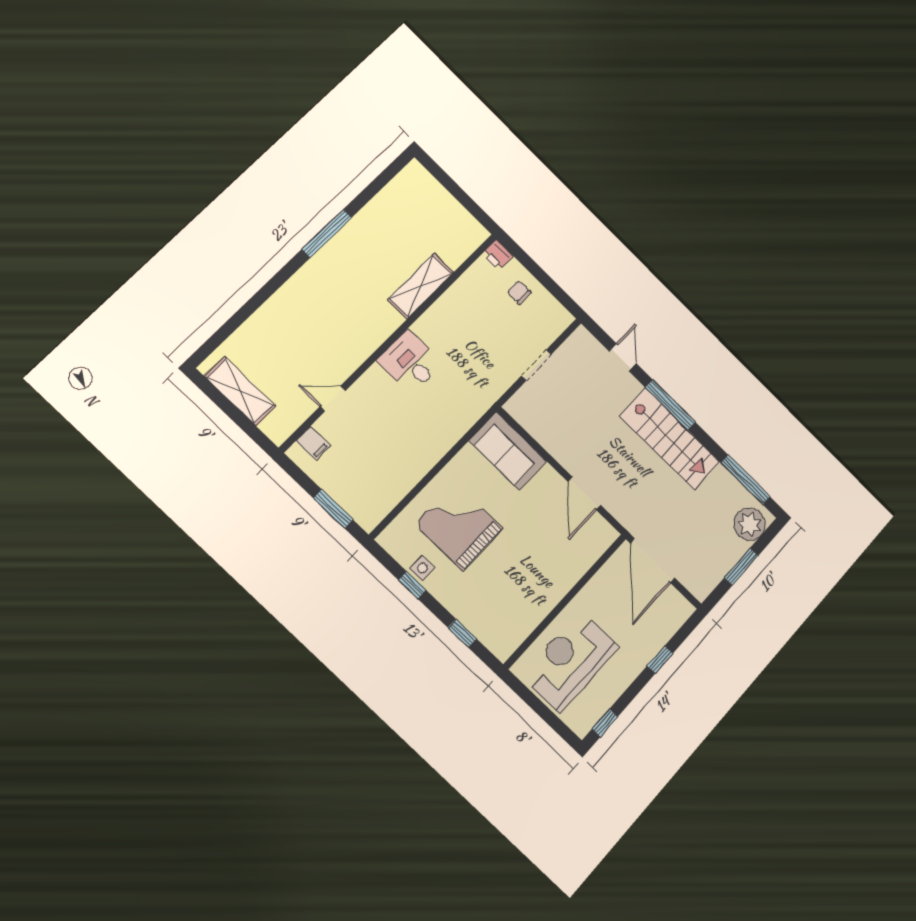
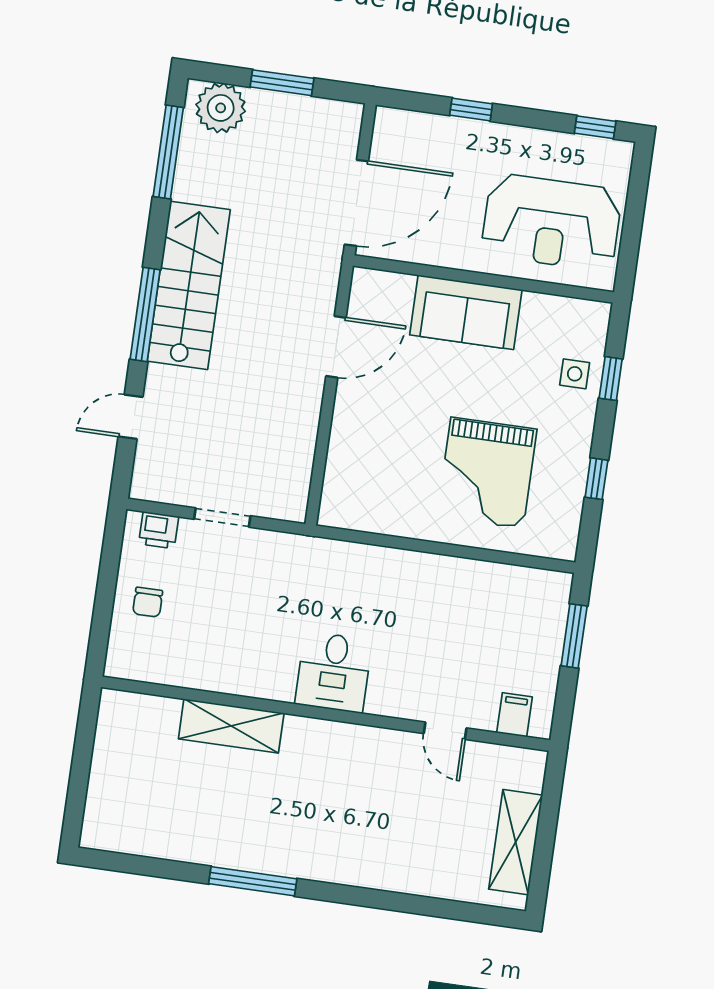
printer: (498, 255) -> (159, 530), moved, turned 90
sofa: (508, 451) -> (466, 312), moved, turned 90
side table: (422, 568) -> (575, 374), moved

